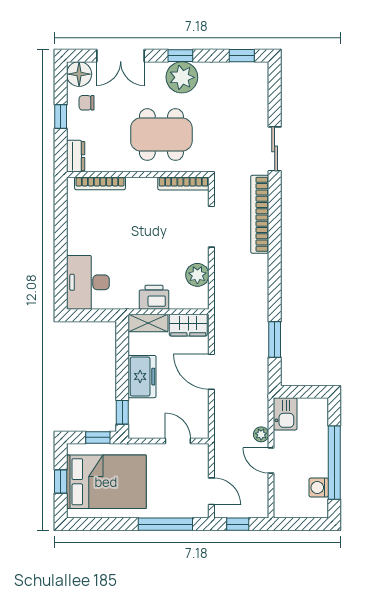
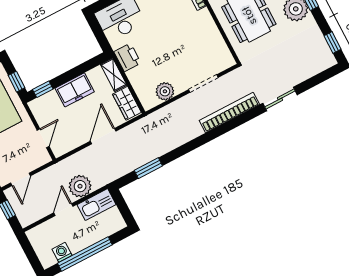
bookcase: (183, 183) -> (223, 49), removed
printer: (154, 297) -> (127, 57), moved
kitchen sink: (285, 414) -> (97, 205), width x1.38
plant: (261, 434) -> (80, 186), width x1.88, depth x1.88

